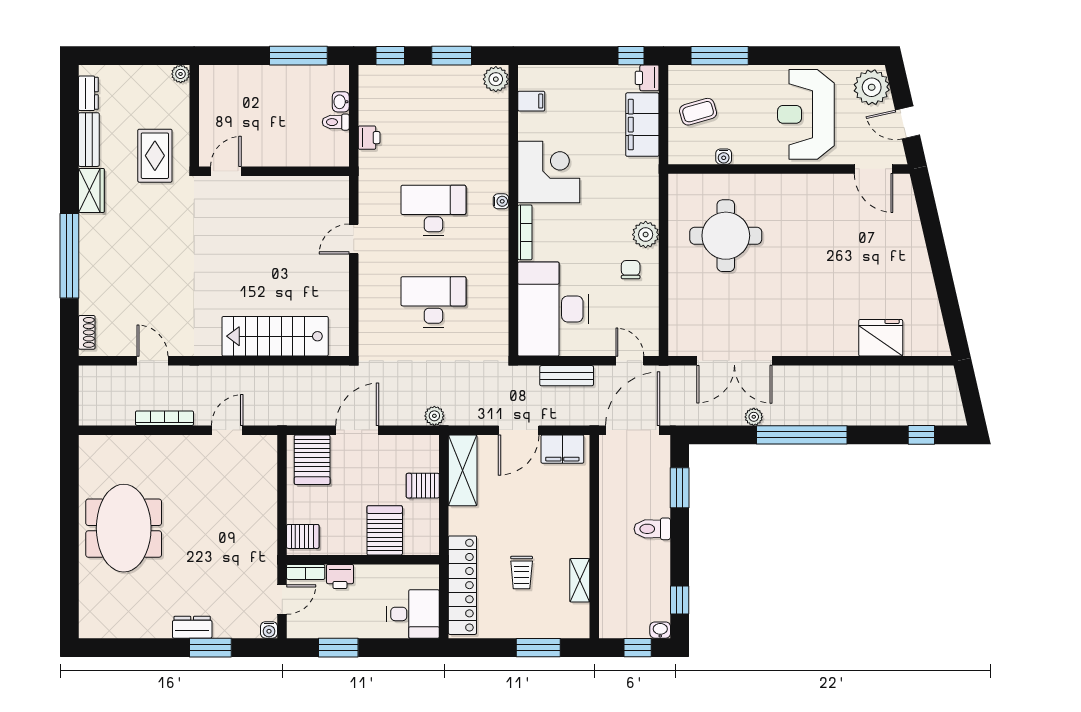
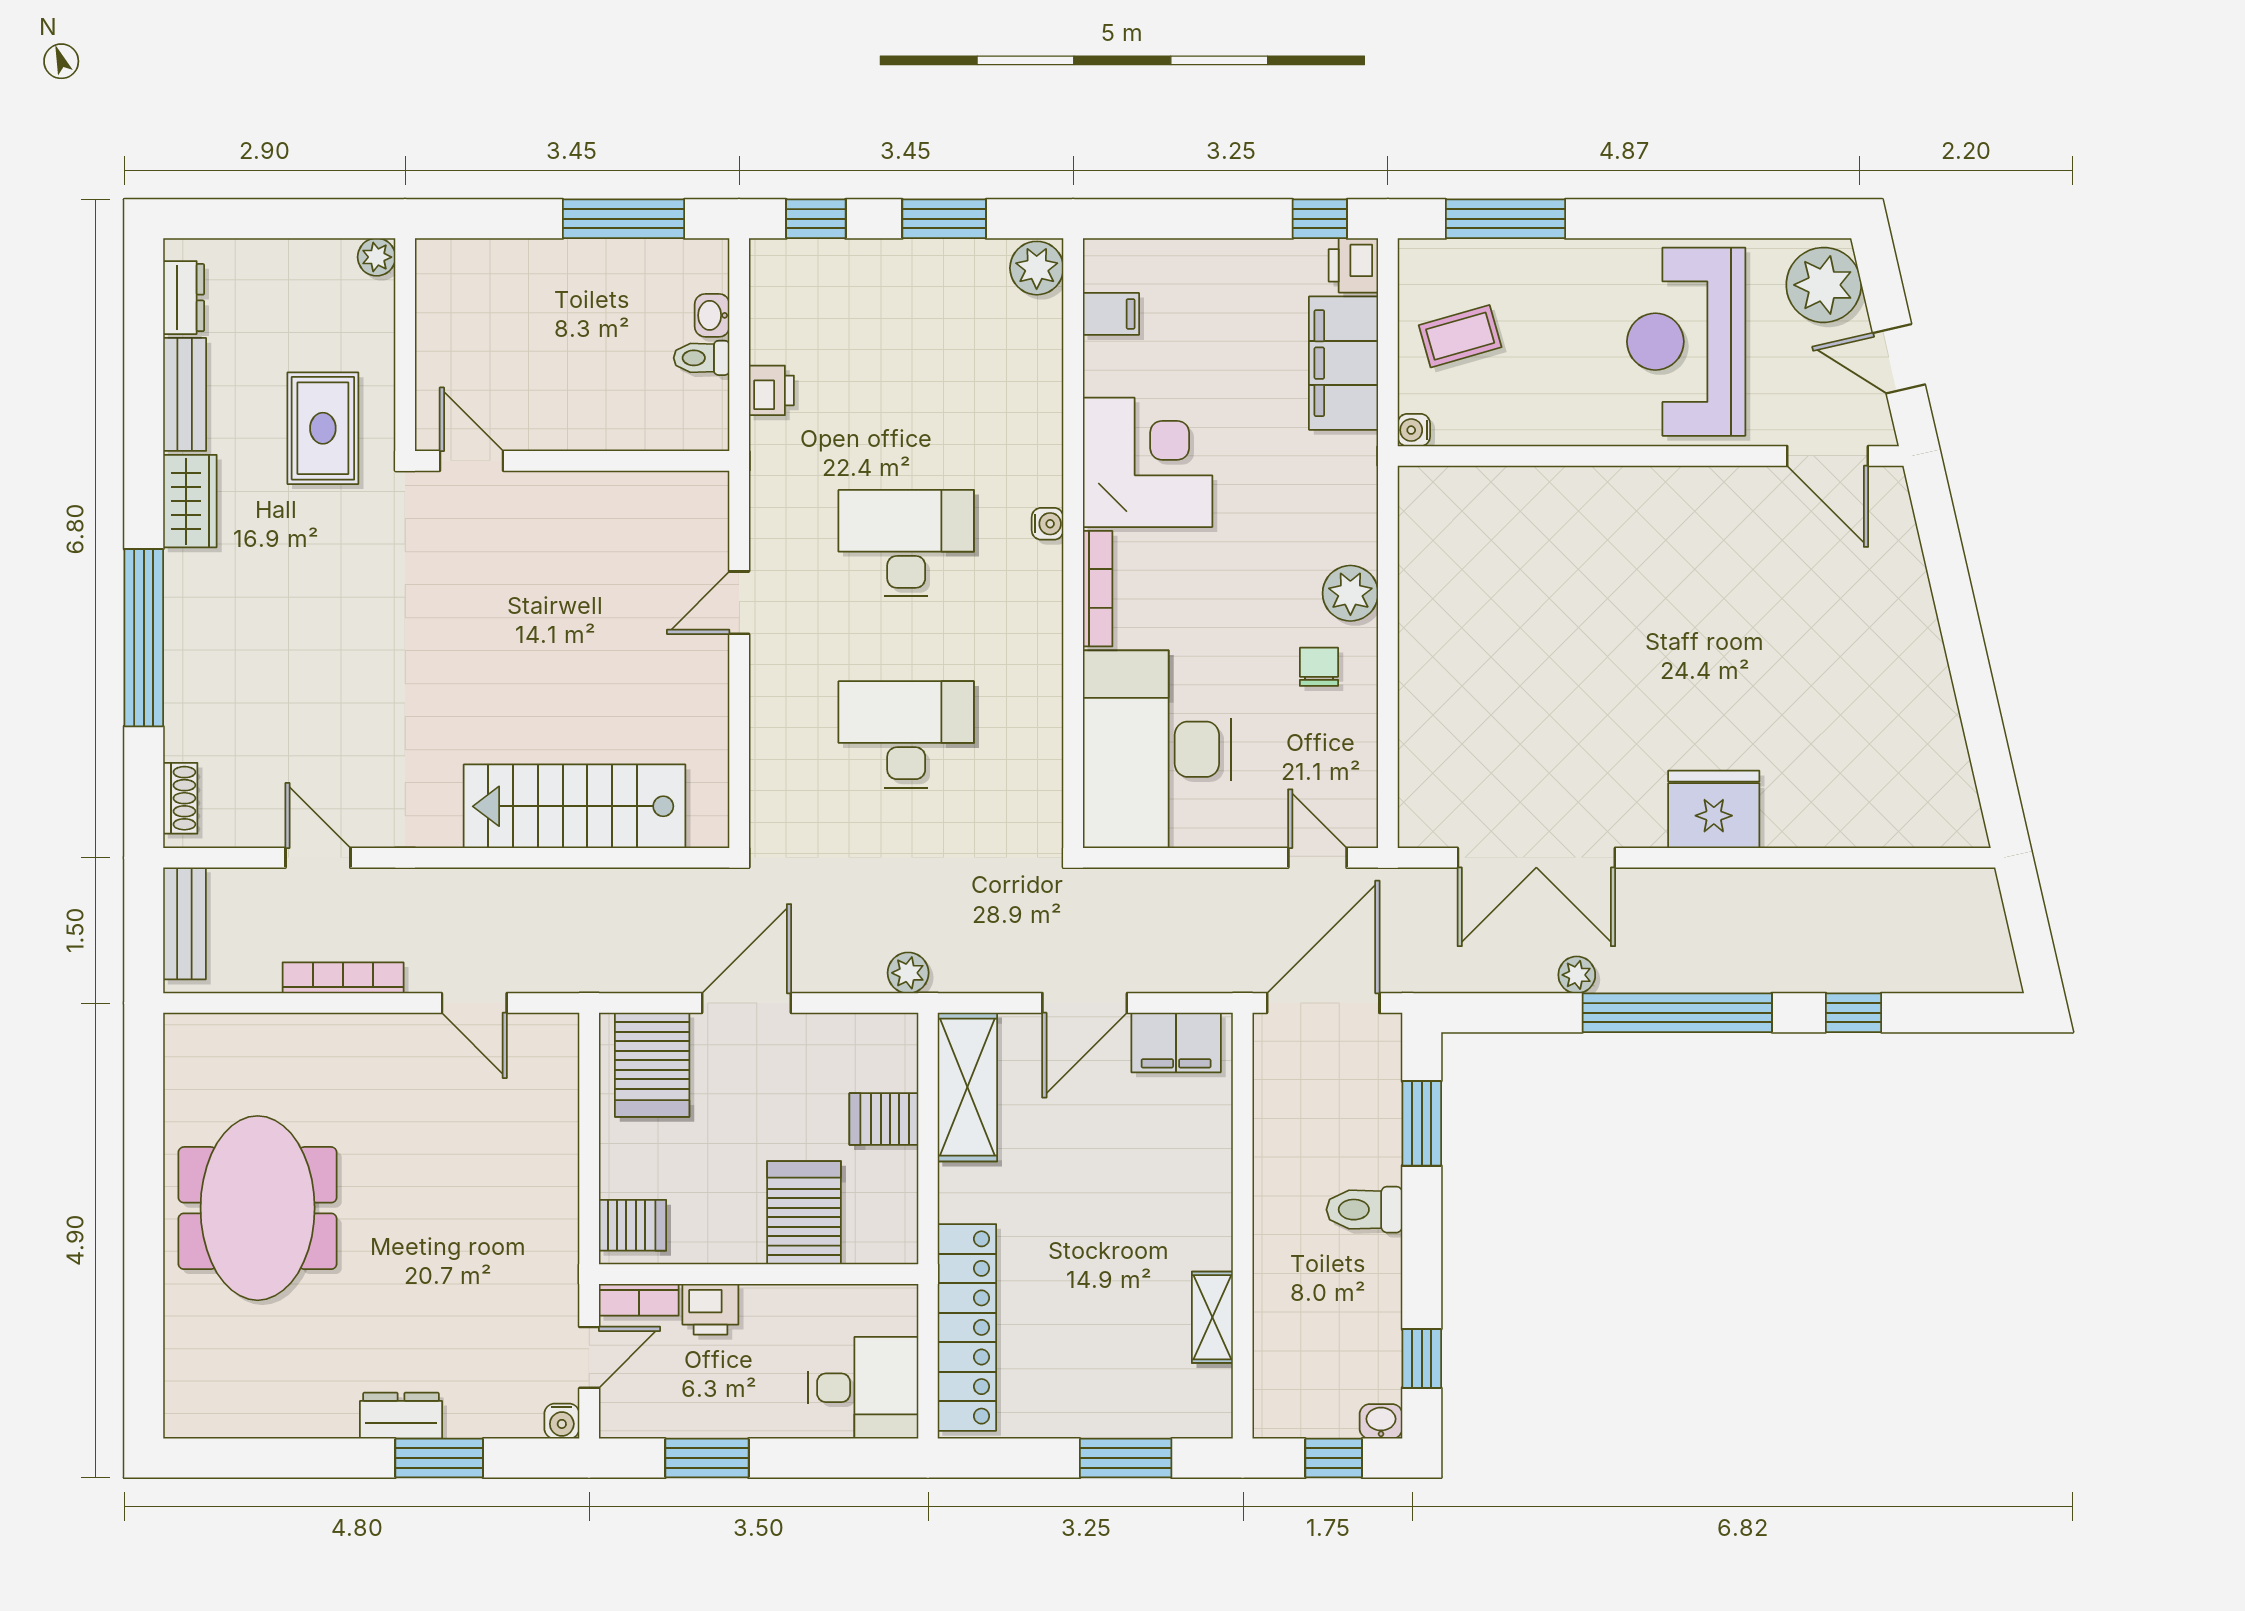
water cooler: (724, 157) -> (1414, 430), moved, turned 90
door: (226, 171) -> (472, 461), hinge flipped
round table: (726, 236) -> (1518, 596), removed
fridge: (881, 338) -> (1714, 809), moved
bench: (567, 376) -> (184, 923), moved, turned 90
door: (227, 430) -> (474, 1003), swing flipped
window: (921, 435) -> (1854, 1013), moved
trolley: (522, 573) -> (1091, 1301), removed

